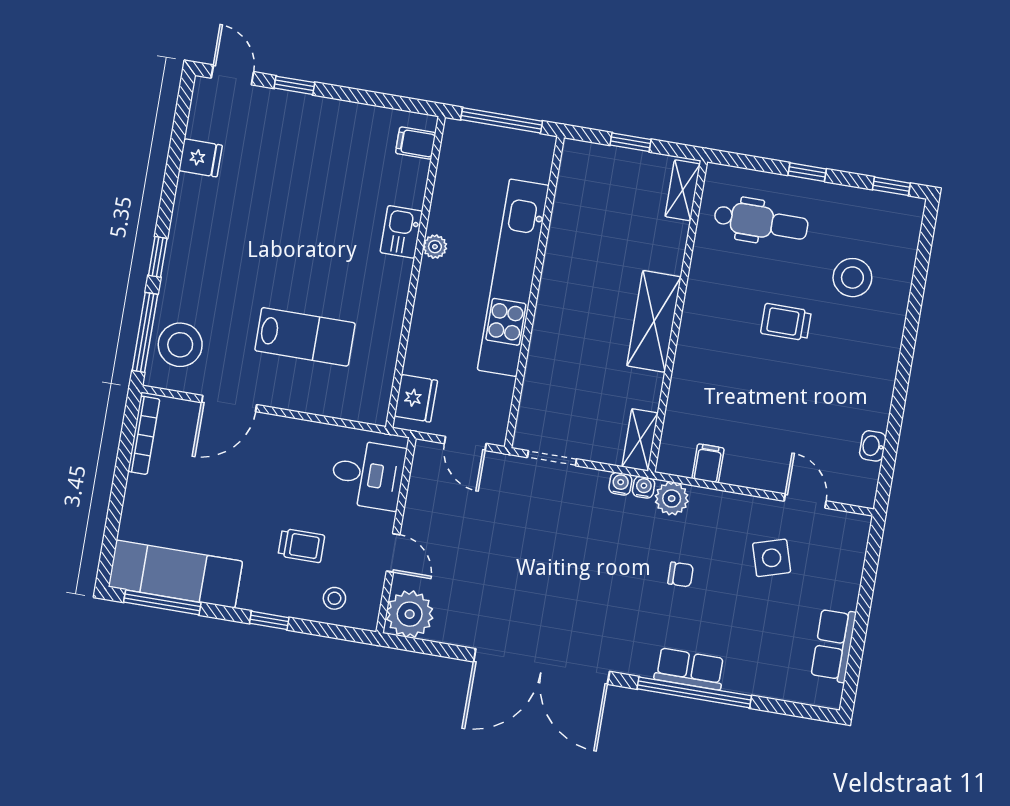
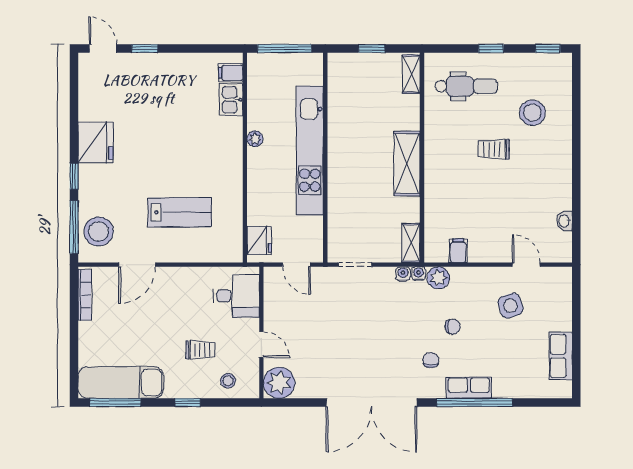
fridge: (200, 158) -> (95, 142), moved, width x1.88, depth x1.34
kitchen sink: (401, 232) -> (231, 100), moved
chair: (640, 618) -> (431, 360), added

